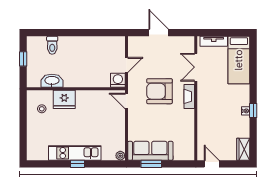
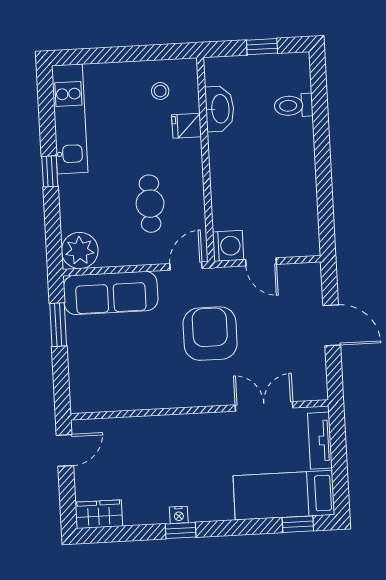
door: (159, 33) -> (332, 325), hinge flipped
window: (253, 54) -> (298, 524), added
fireplace: (189, 96) -> (202, 396), removed
fridge: (64, 99) -> (187, 126), width x0.53, depth x0.75
cafe table: (96, 117) -> (150, 204), added
sofa: (150, 151) -> (111, 293), moved, turned 90
kitchen unit: (75, 153) -> (70, 119), moved
plant: (120, 156) -> (80, 251), width x1.88, depth x1.88

